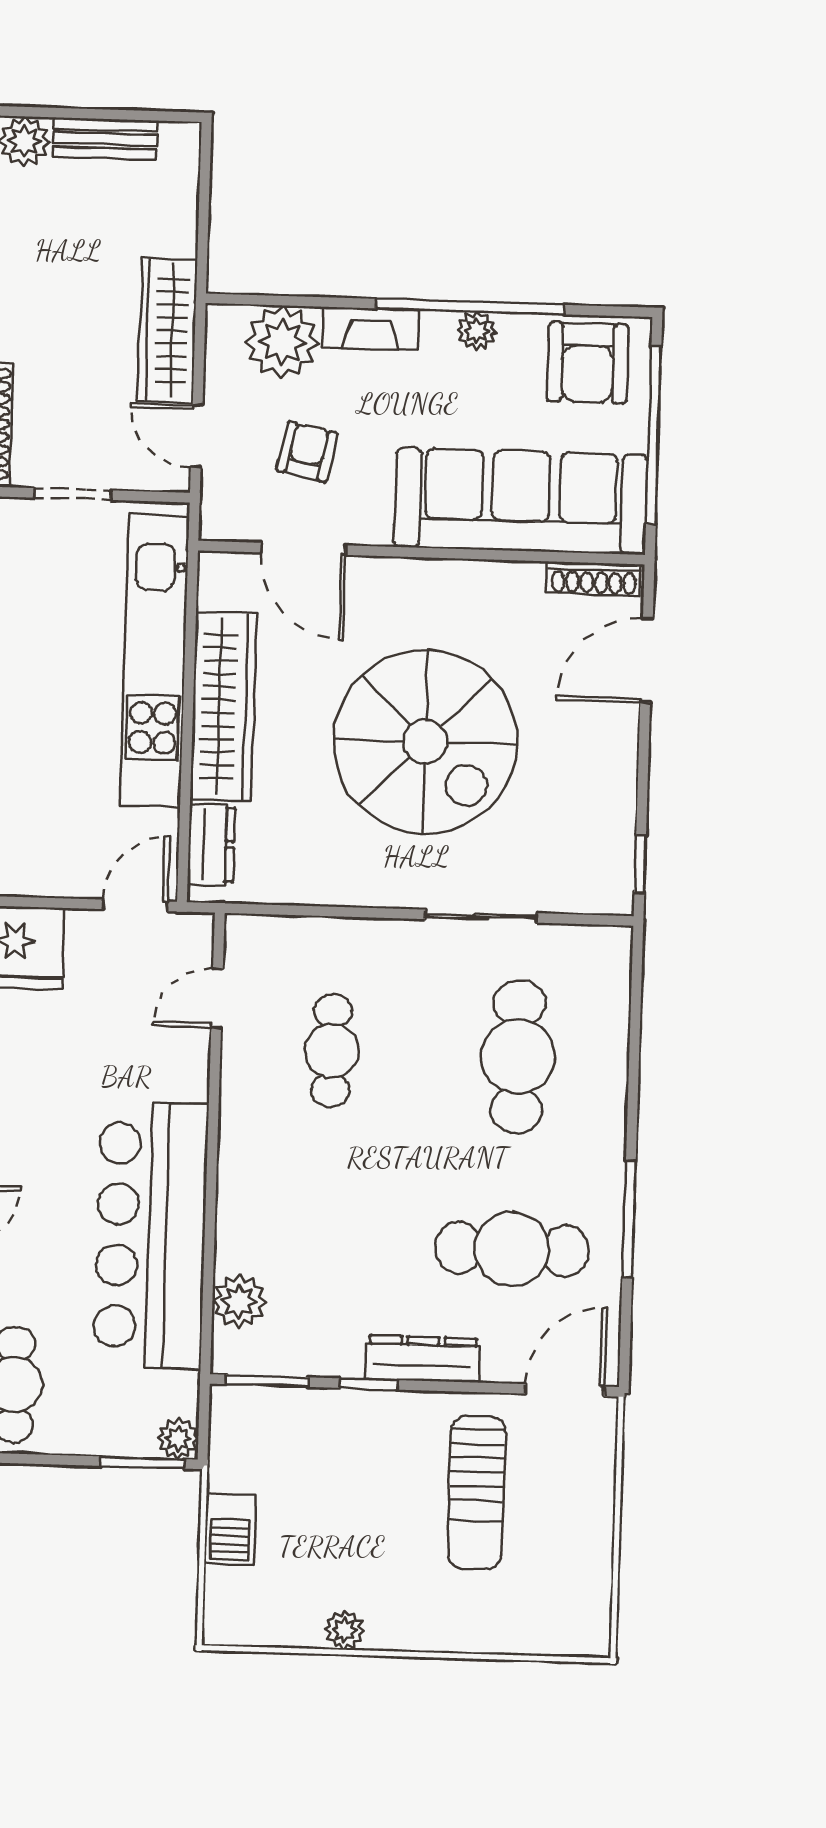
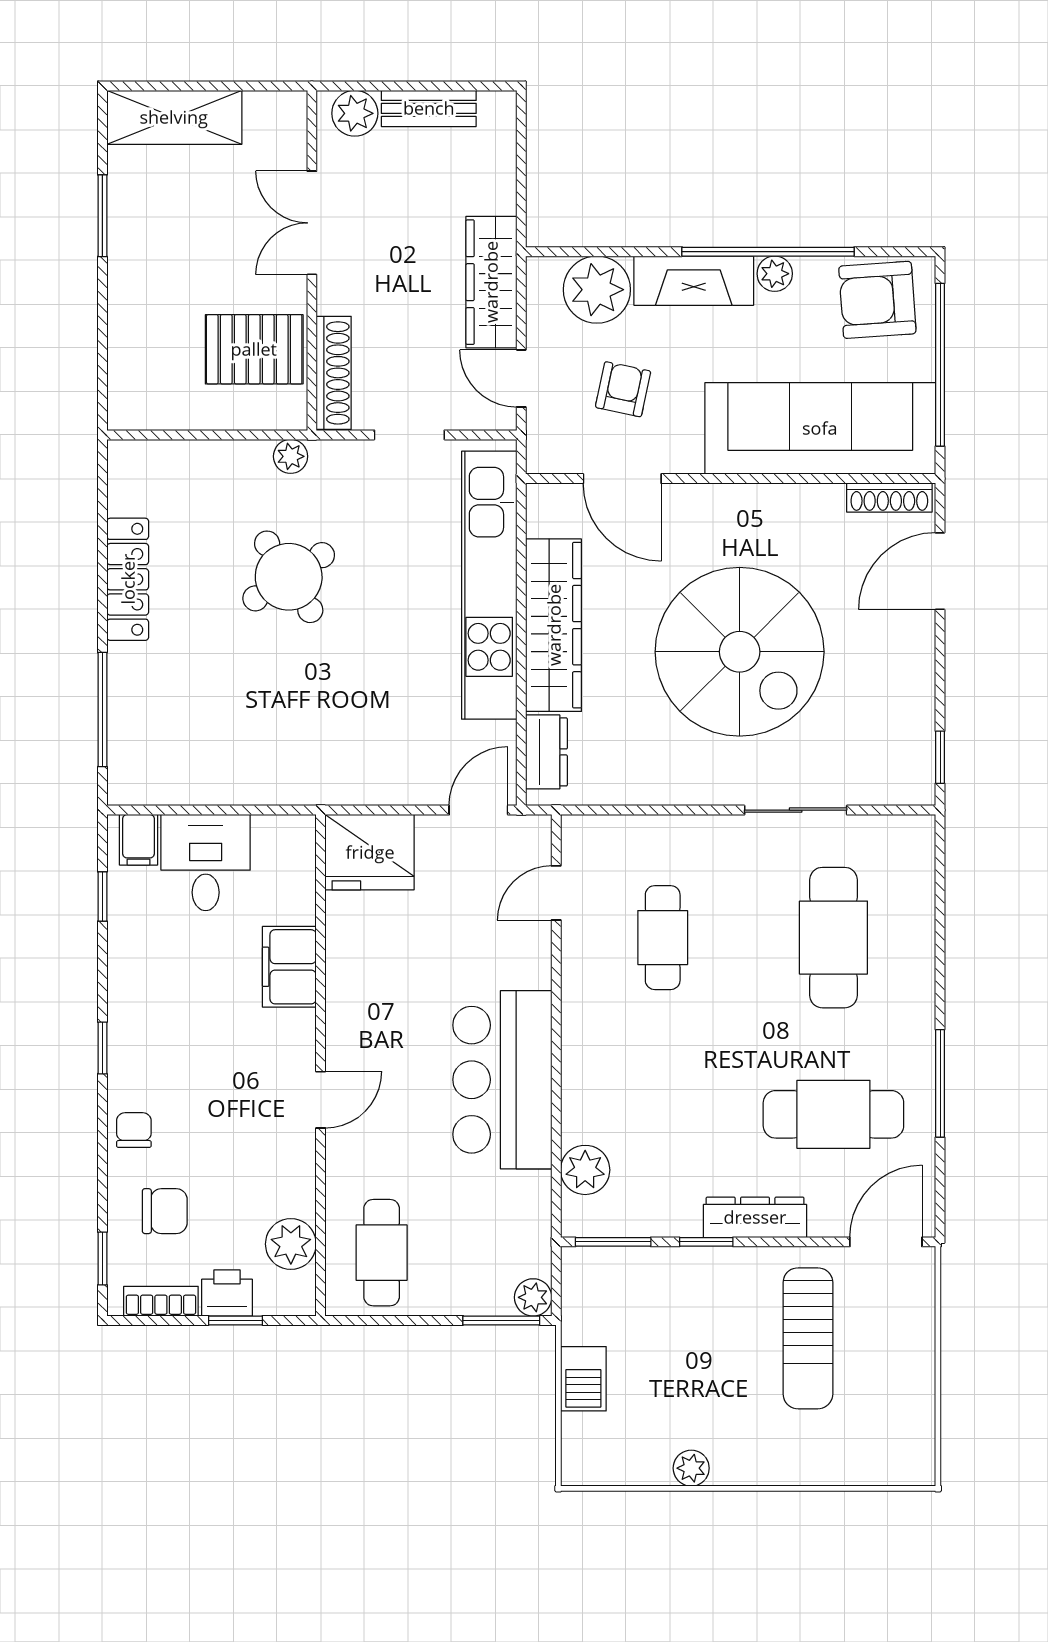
fireplace: (371, 329) -> (694, 281), width x1.37, depth x1.32
armchair: (588, 363) -> (877, 300), turned 86
bar counter: (151, 1235) -> (502, 1080), width x0.73

